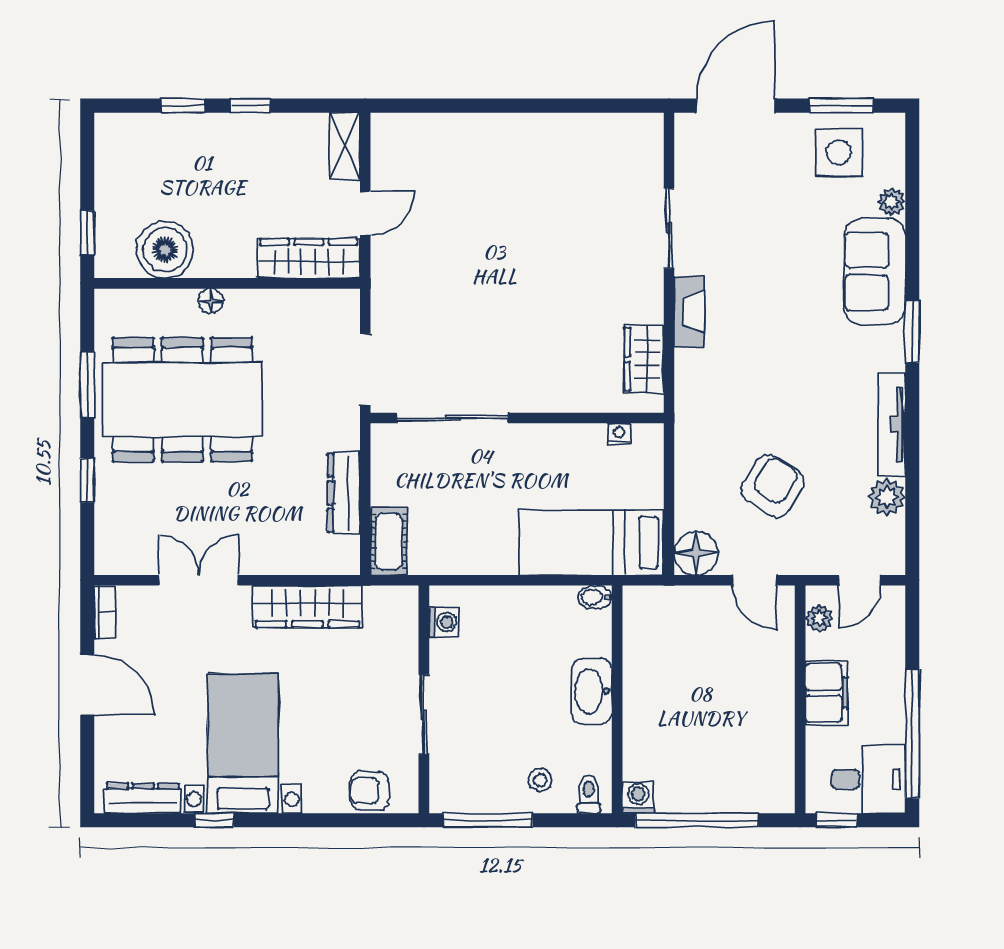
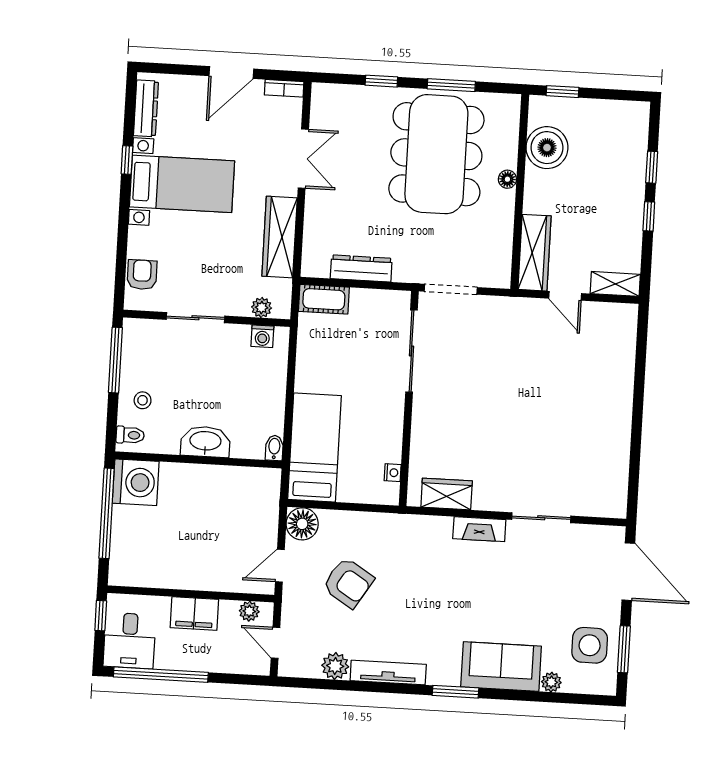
plant: (405, 625) -> (262, 308), added
washing machine: (638, 797) -> (136, 482), width x1.89, depth x1.89

